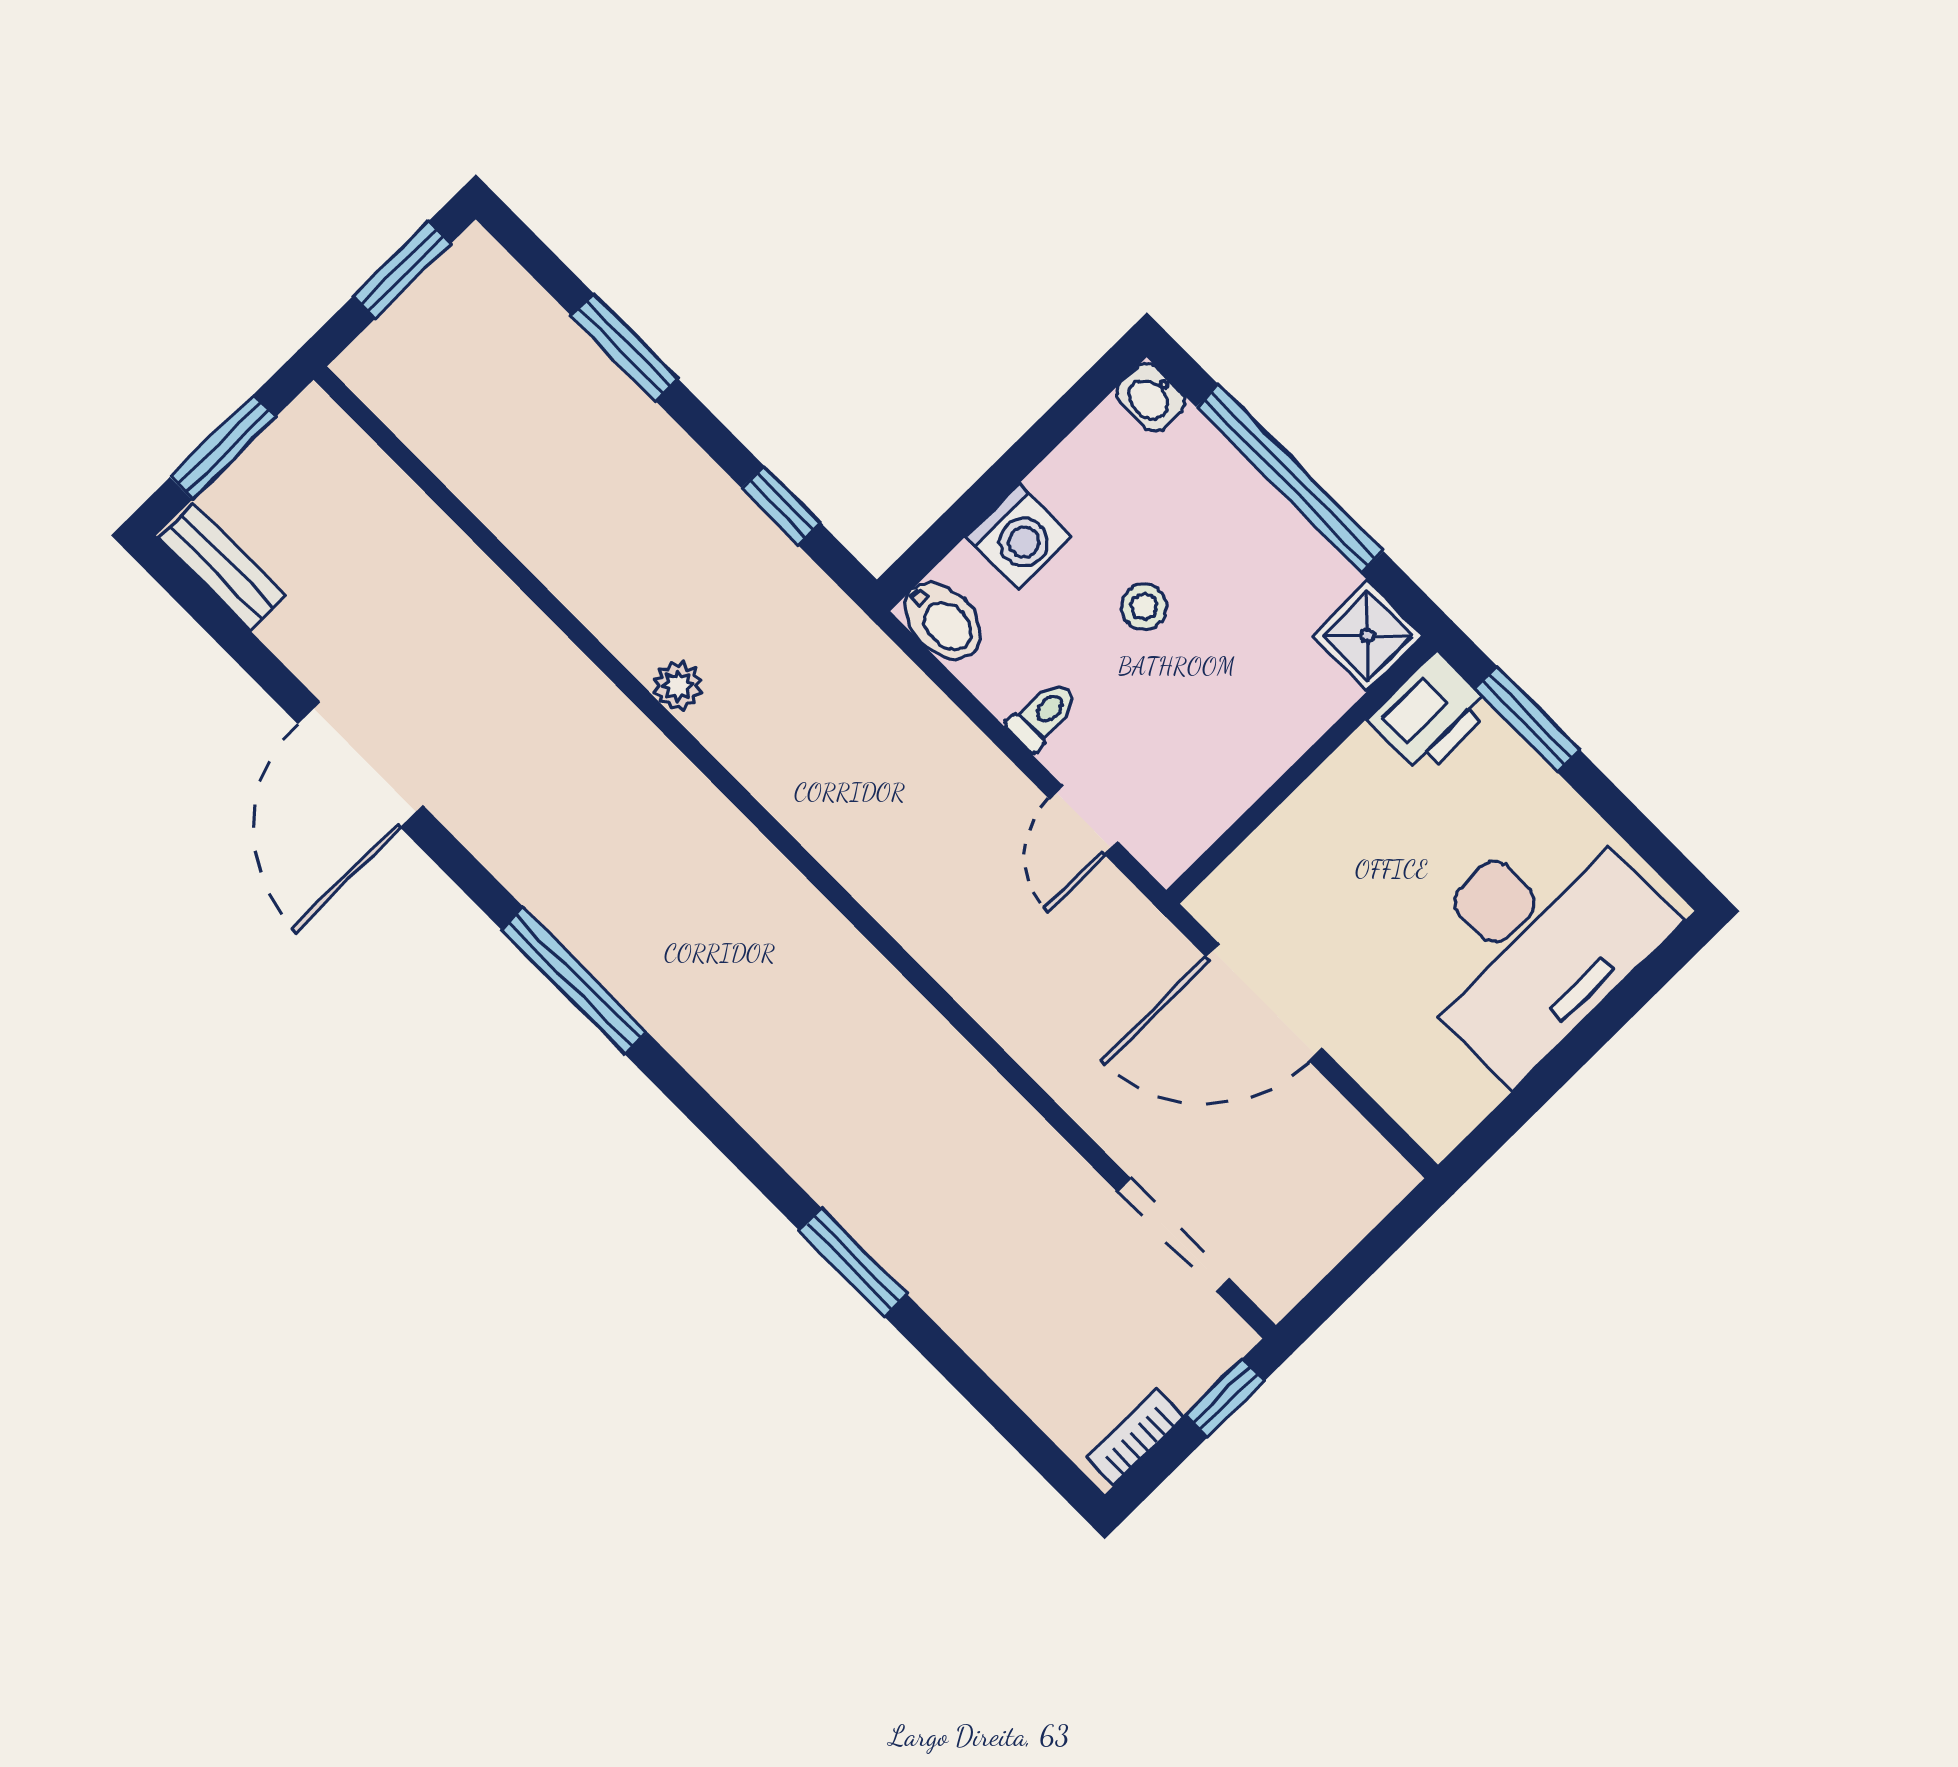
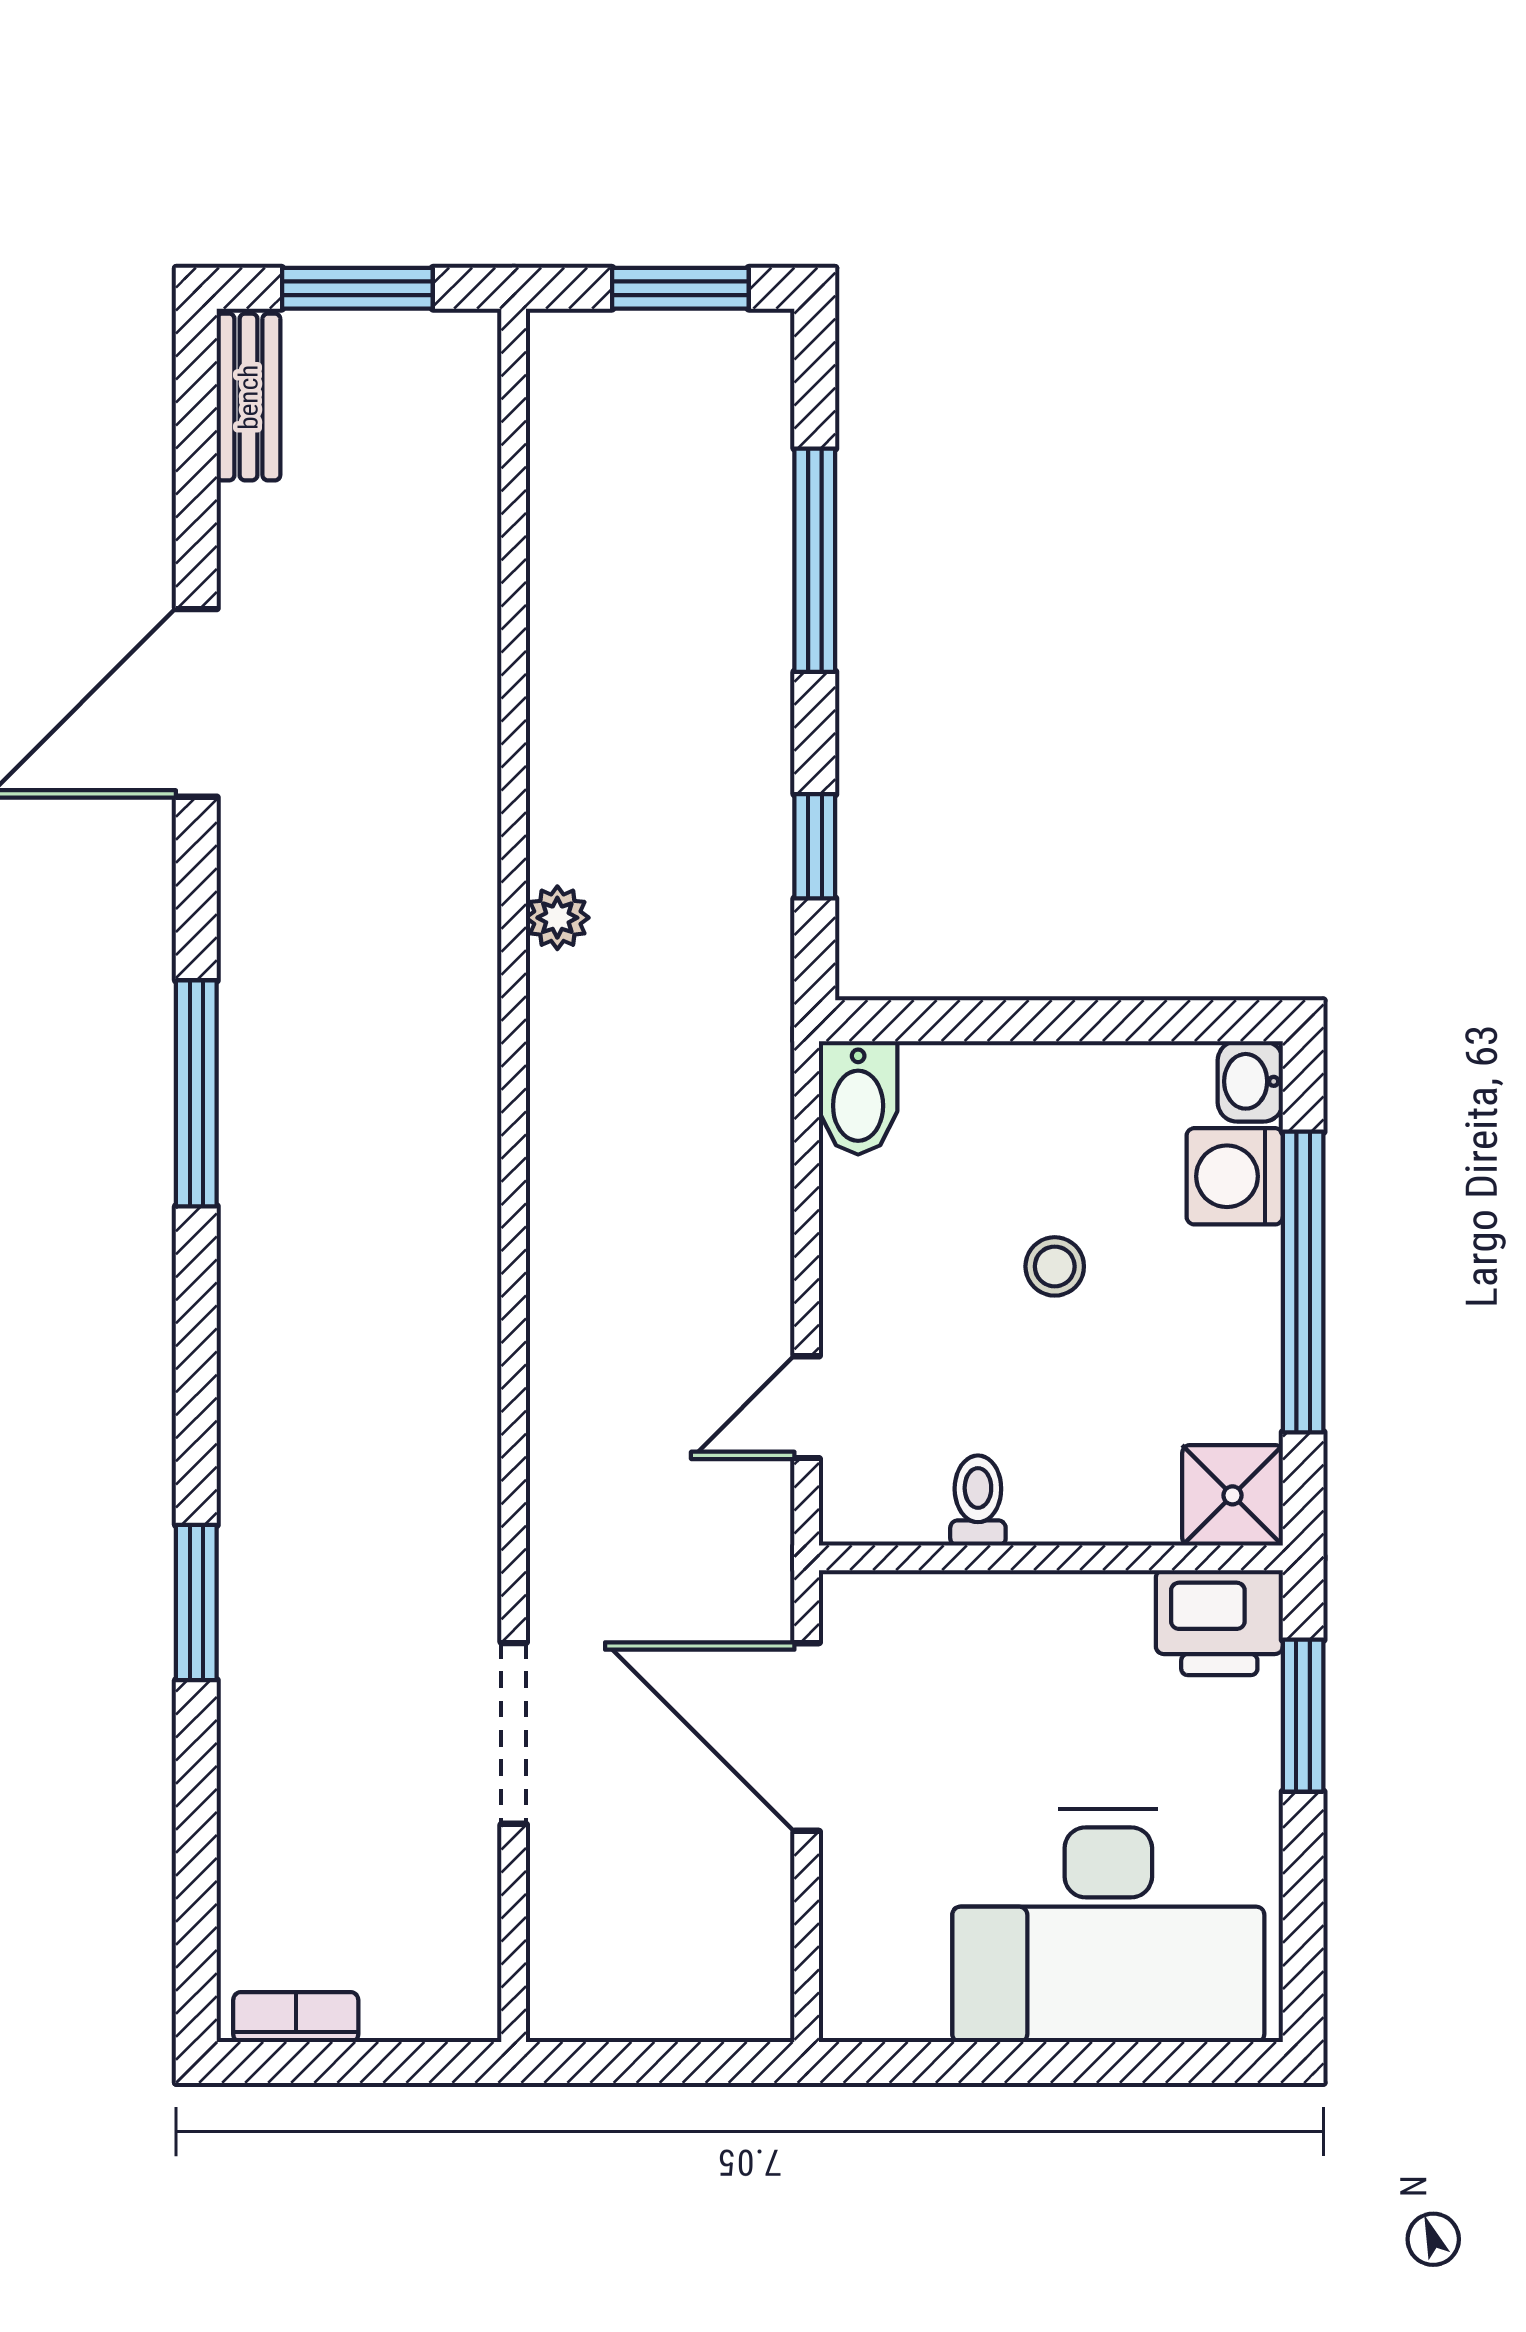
window: (625, 347) -> (815, 560), width x1.44
washing machine: (1018, 537) -> (1235, 1176), moved, turned 90
toilet: (1043, 716) -> (978, 1501), moved, turned -90
doorway: (1173, 1235) -> (514, 1733), moved
window: (1225, 1398) -> (413, 2062), removed

